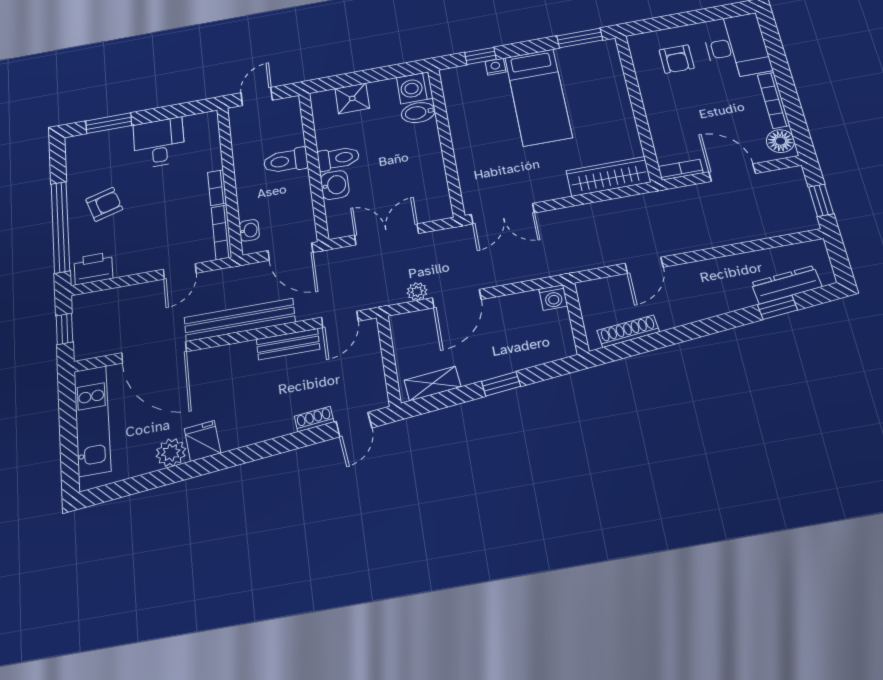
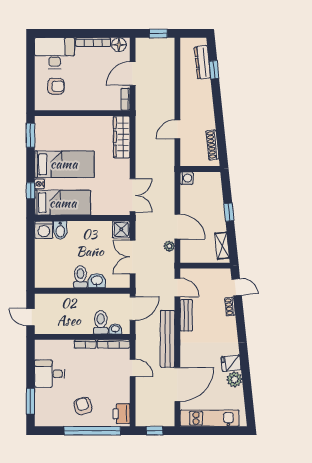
shower: (352, 98) -> (121, 229), moved
bed: (468, 107) -> (63, 203), added
toilet: (286, 161) -> (101, 322), moved, turned 180
door: (644, 265) -> (177, 129), swing flipped

